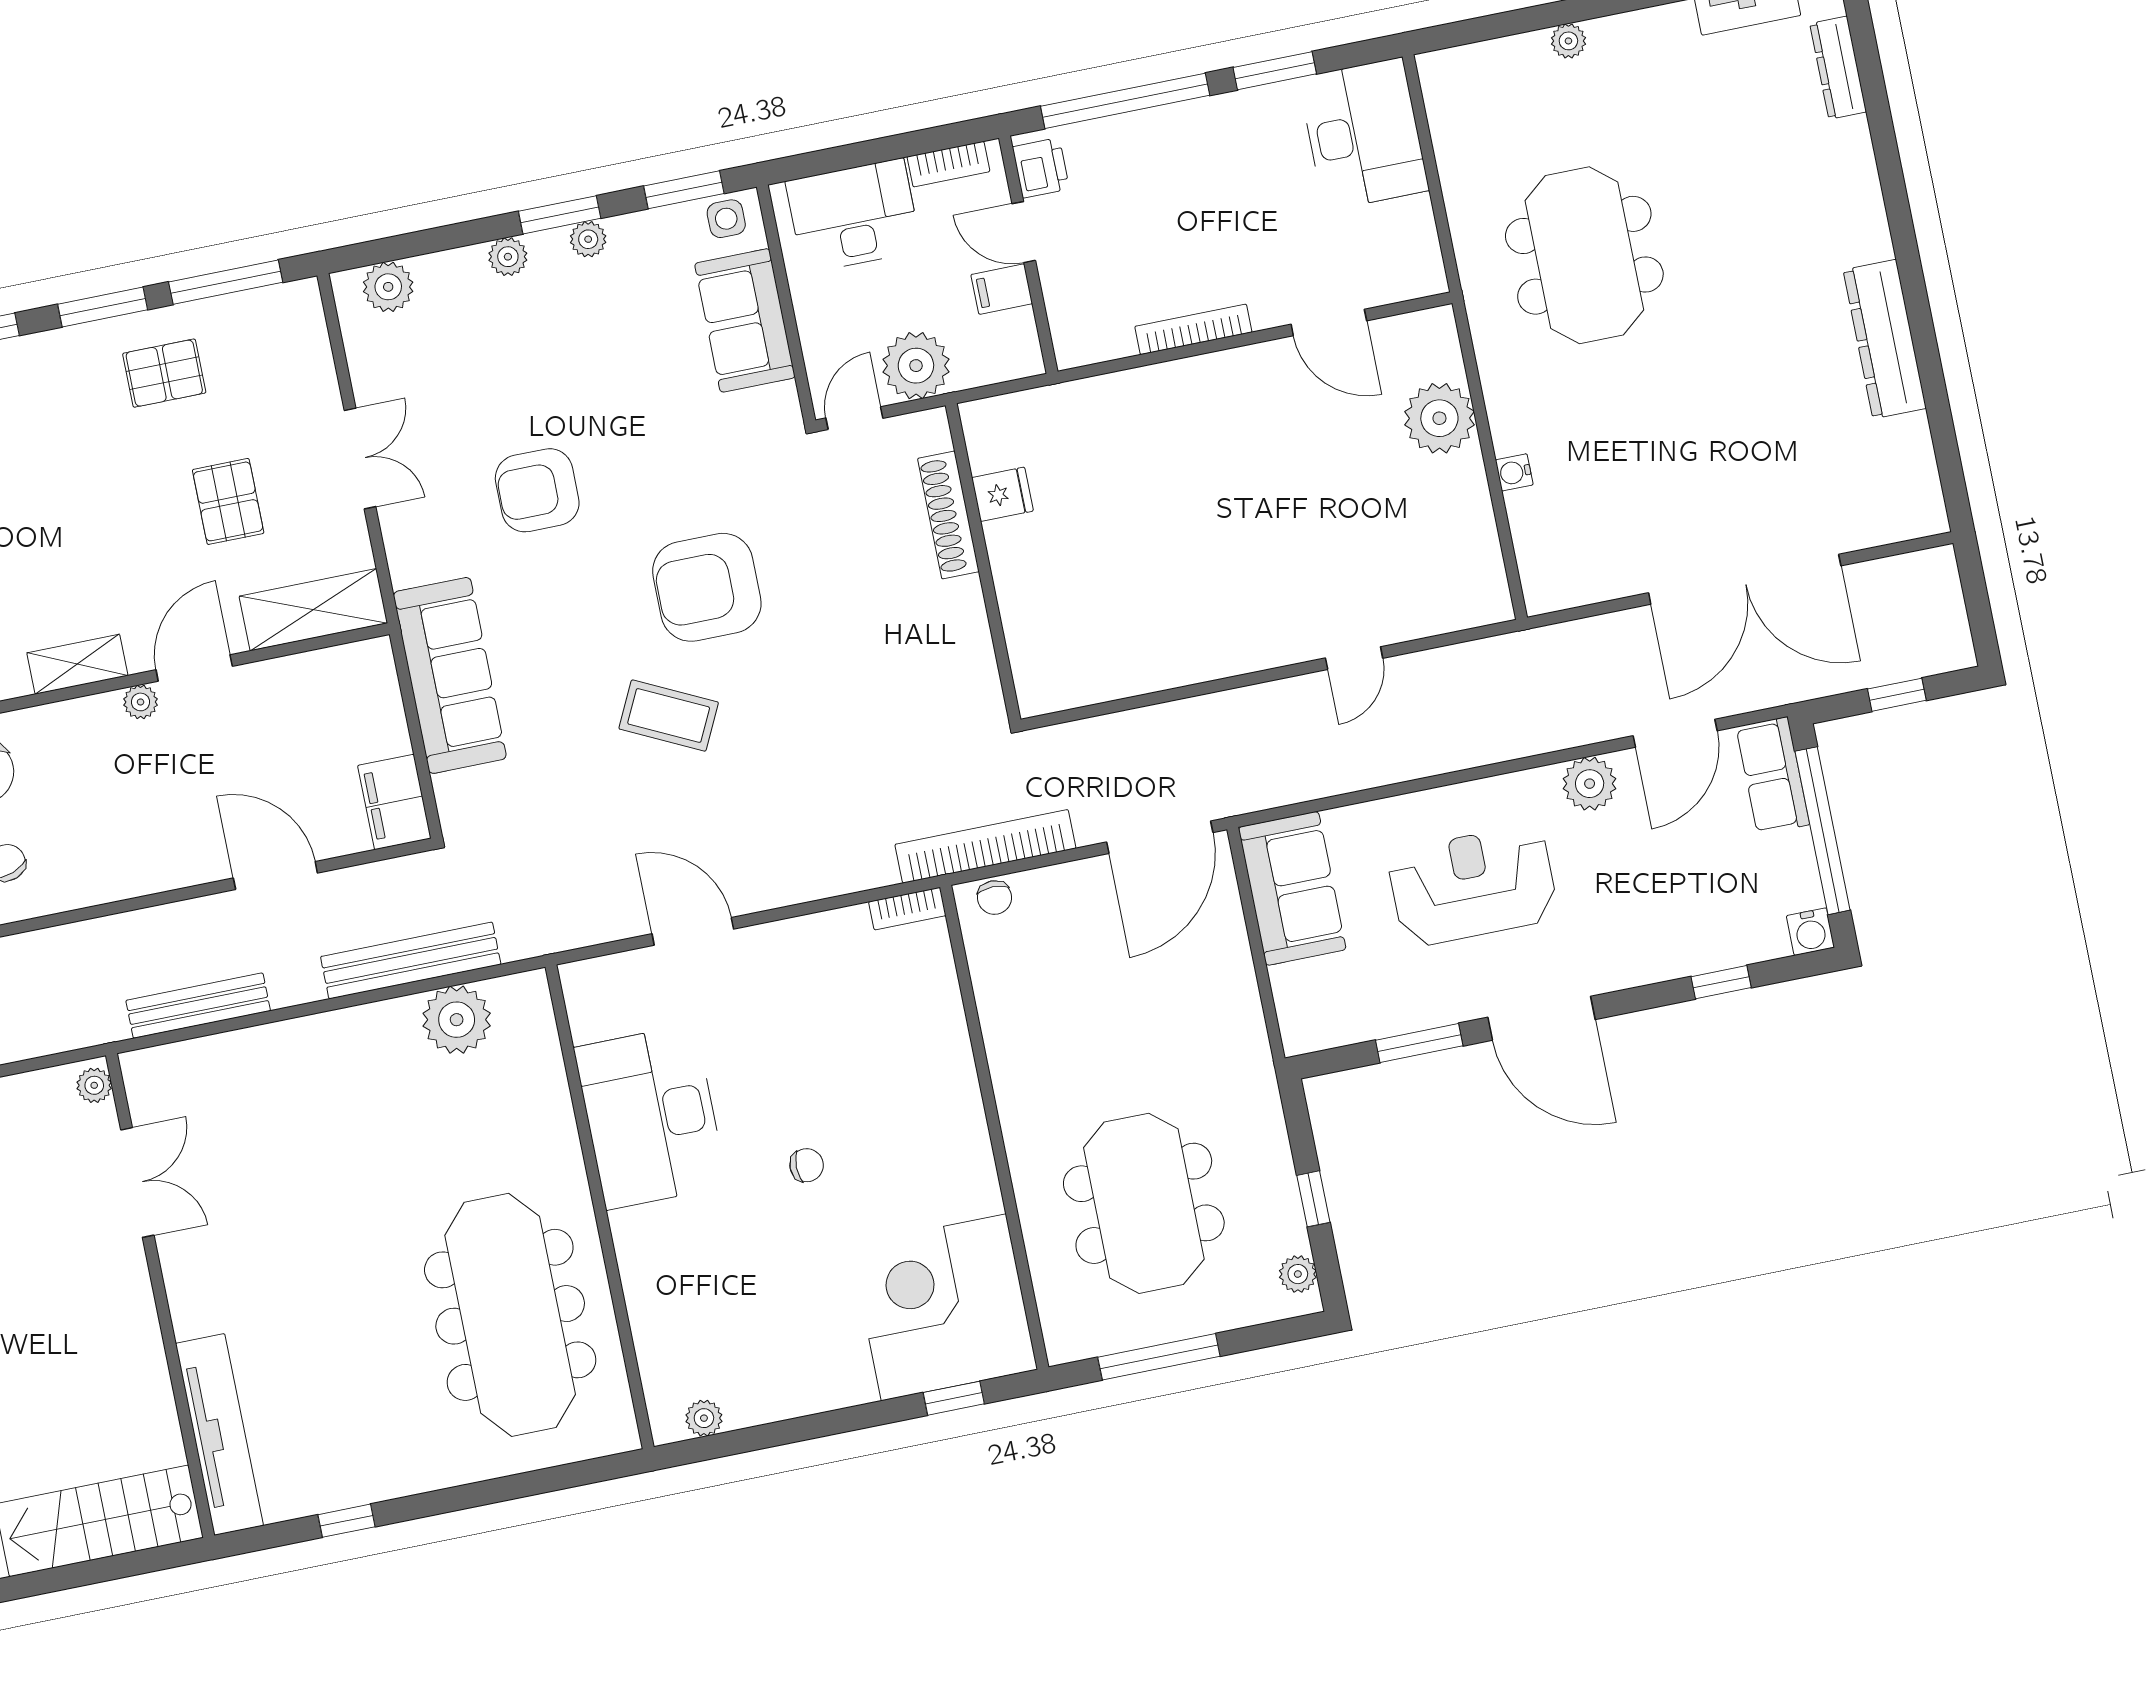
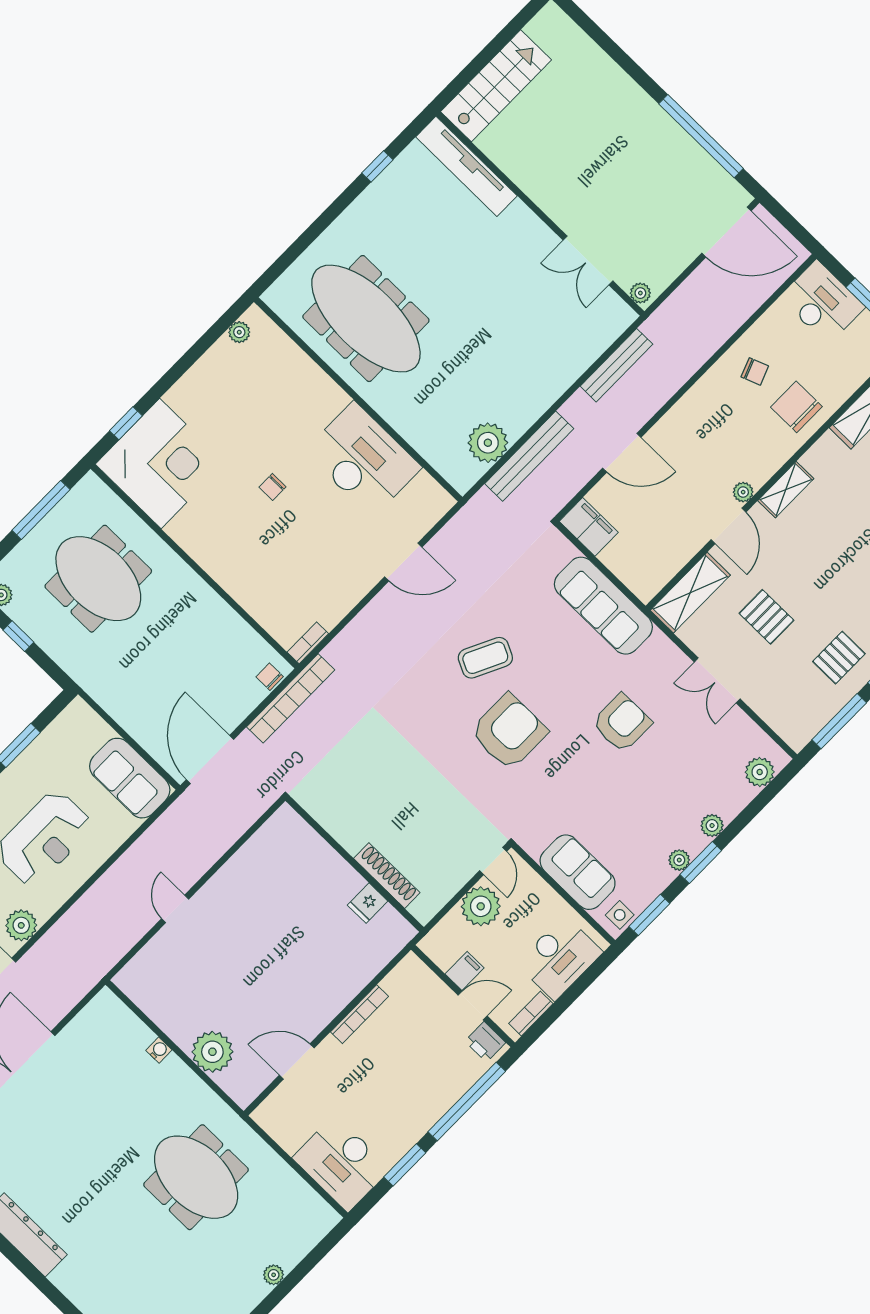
fridge: (1002, 494) -> (368, 903), moved
shoe rack: (948, 515) -> (387, 876), moved
wall: (983, 563) -> (355, 864), moved

